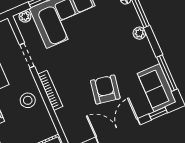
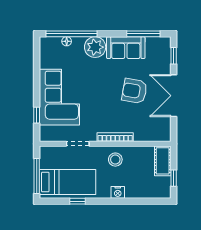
plant: (25, 17) -> (45, 131), removed
plant: (139, 33) -> (95, 47), width x1.87, depth x1.87
sofa: (157, 88) -> (126, 48), moved

